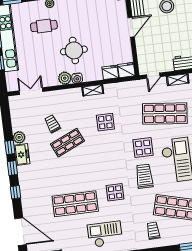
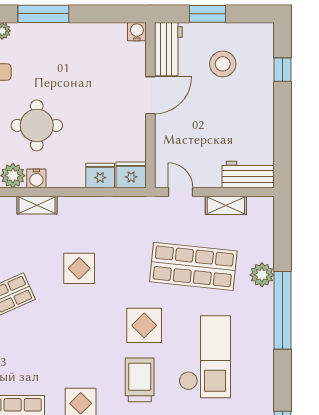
door: (153, 76) -> (180, 192), swing flipped
shelving: (93, 90) -> (37, 205), moved

